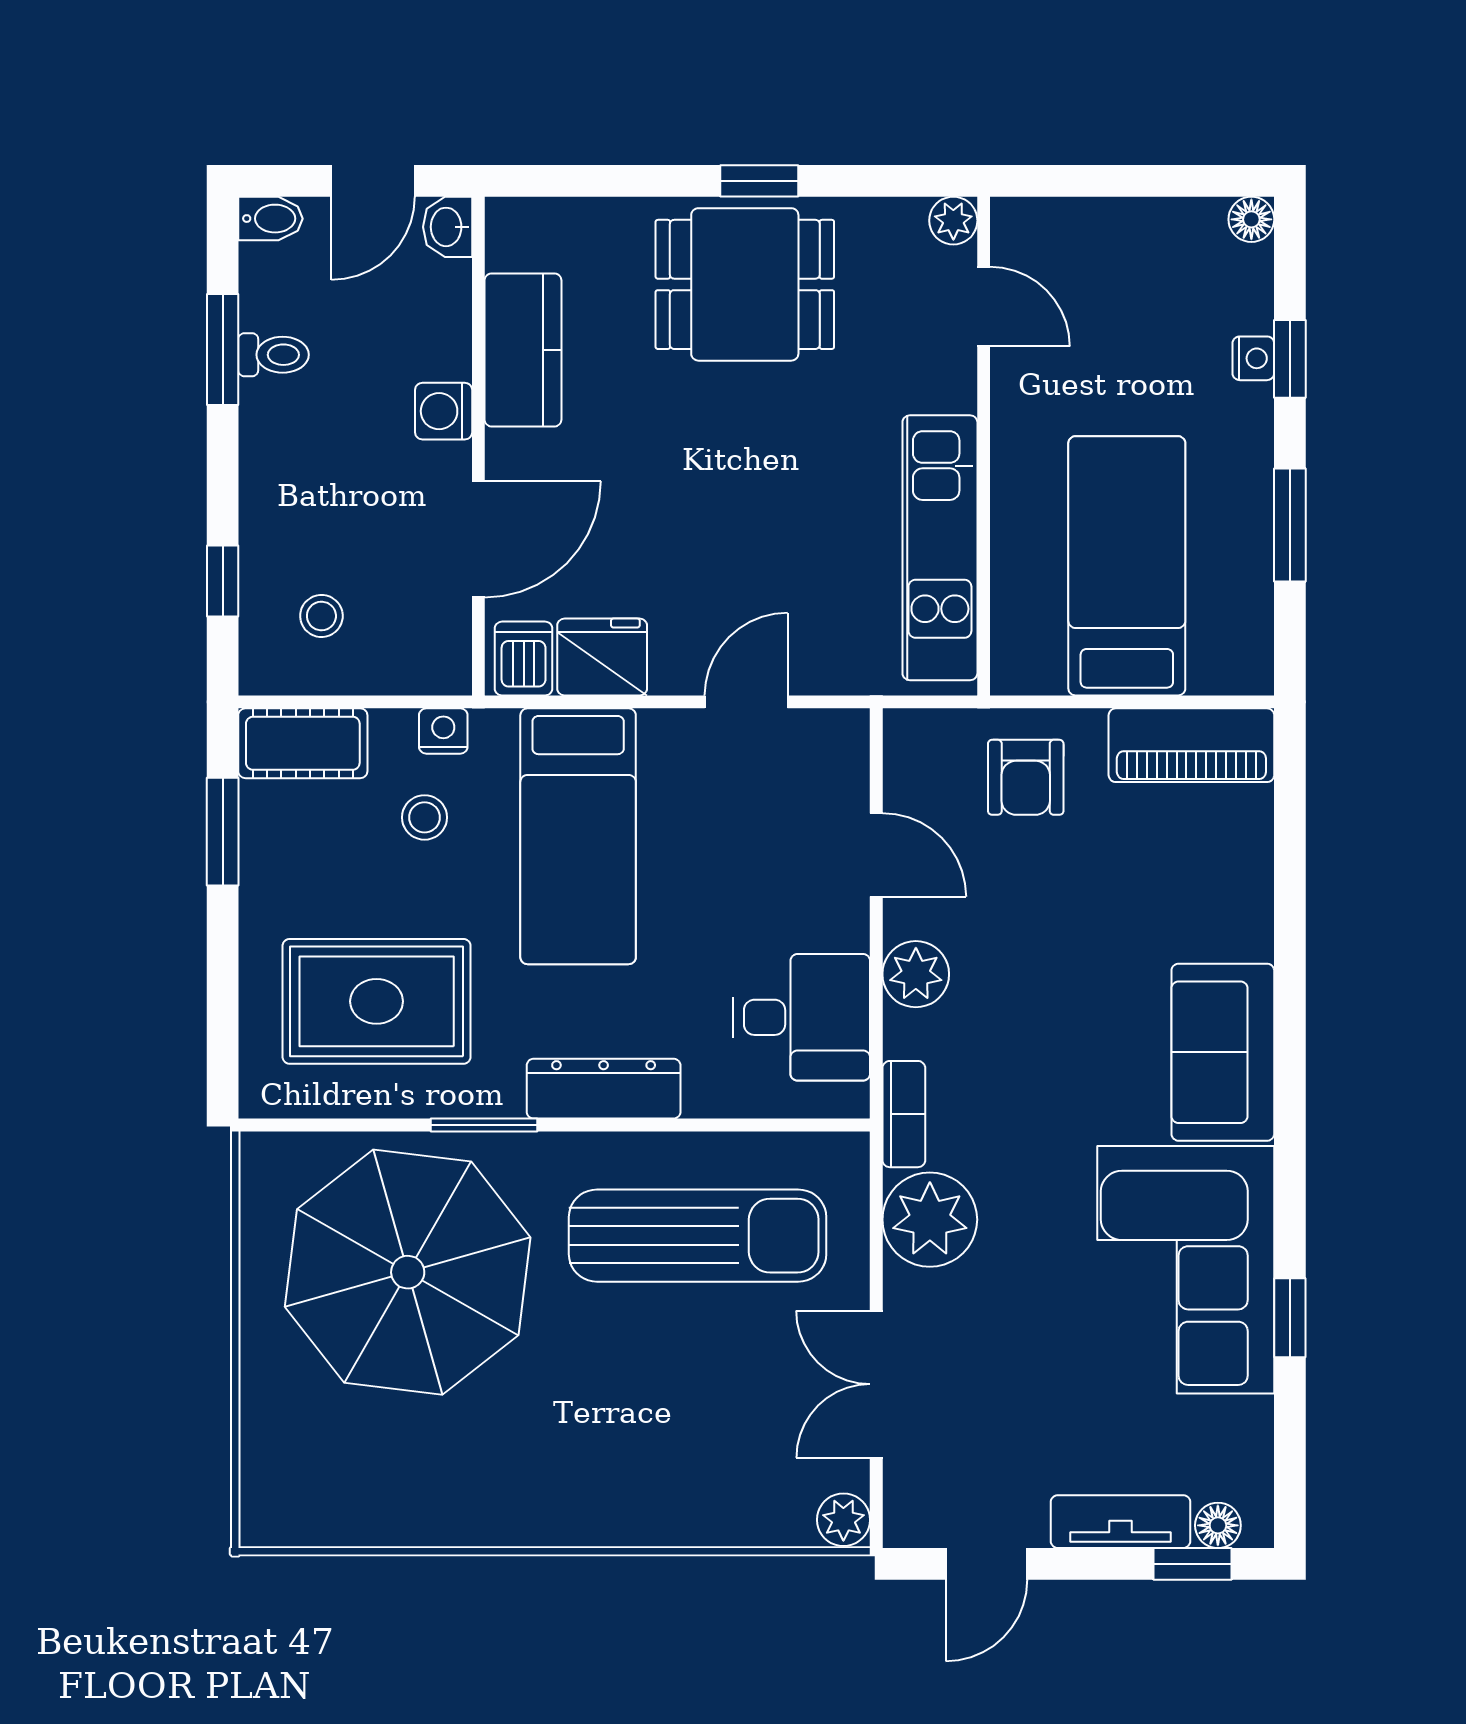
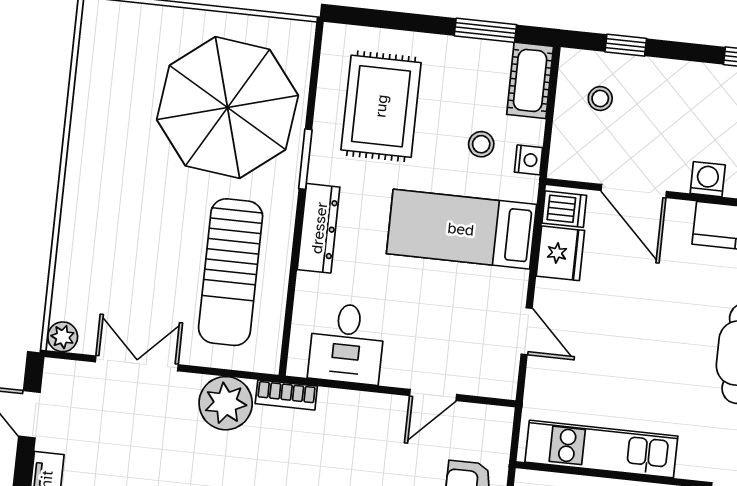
plant: (916, 974) -> (364, 410), removed

